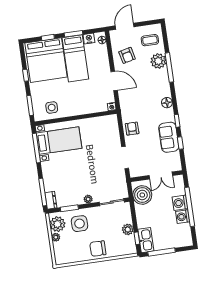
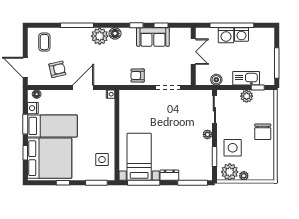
plant: (158, 61) -> (100, 36), moved
boiler: (142, 195) -> (216, 80), width x0.54, depth x0.54
dresser: (51, 200) -> (169, 175), moved
kitchen sink: (146, 240) -> (246, 78), moved

